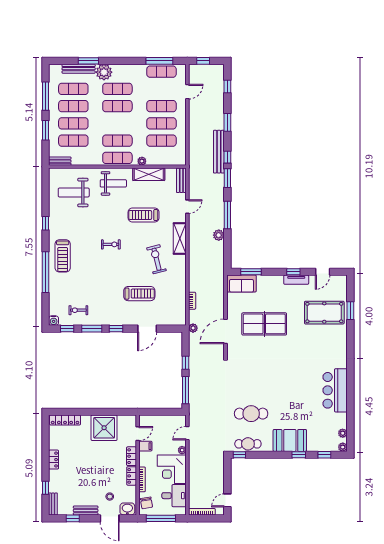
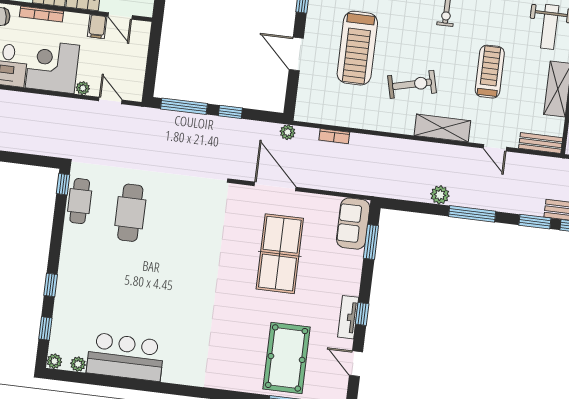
treadmill: (139, 294) -> (357, 48), width x1.37, depth x1.38
bar counter: (335, 390) -> (125, 357), moved
booth: (290, 440) -> (77, 273), removed

